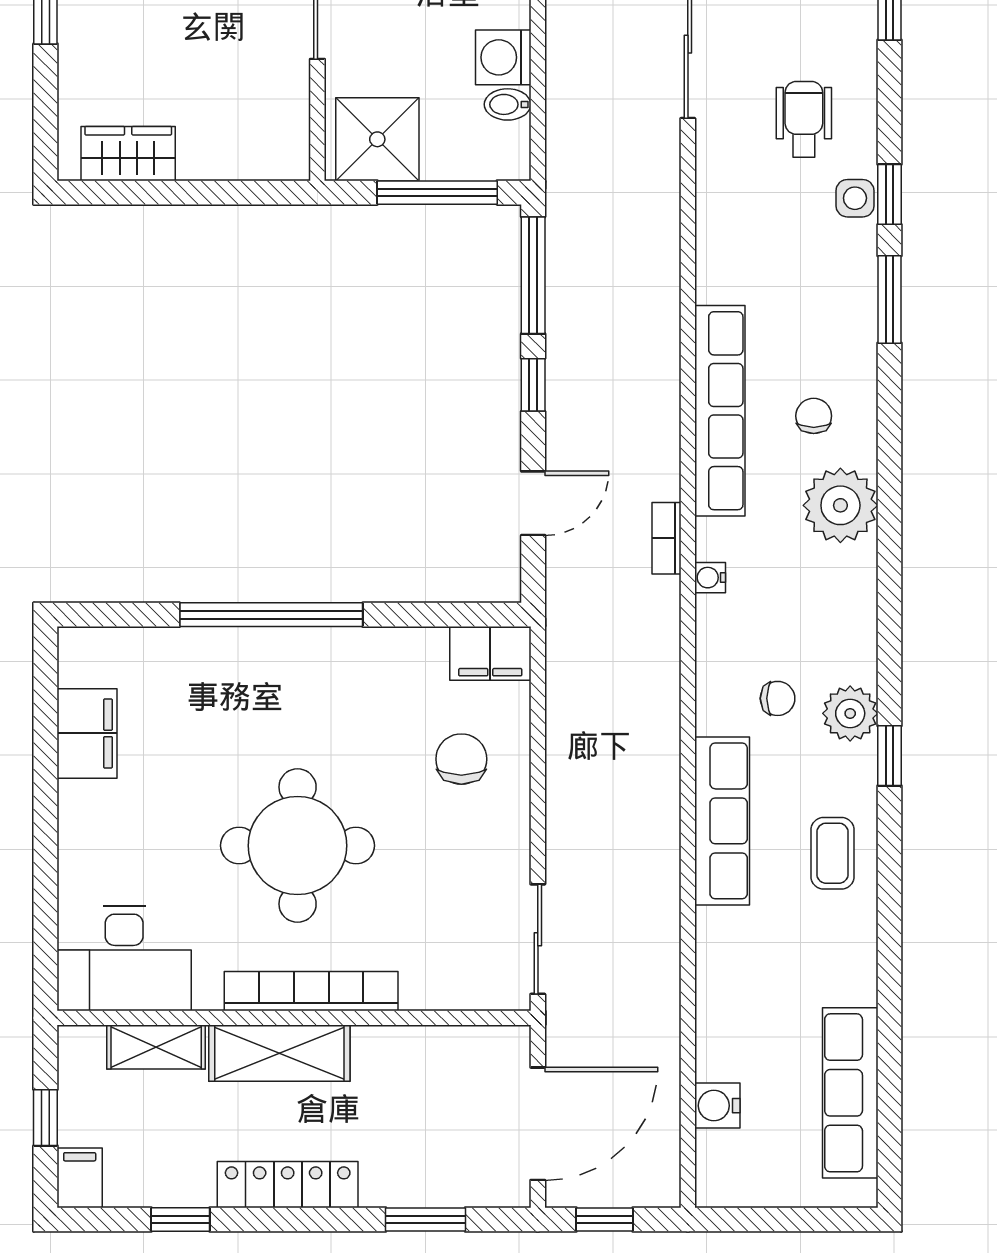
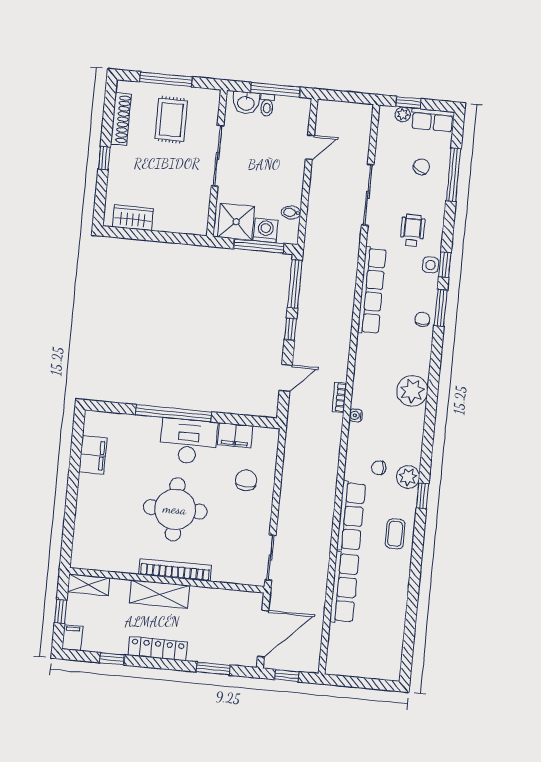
washing machine: (503, 57) -> (266, 230), moved, turned 90
row of seats: (720, 411) -> (372, 290), moved
chair: (814, 416) -> (422, 319), moved
filing cabinet: (490, 653) -> (235, 435), moved
chair: (778, 698) -> (379, 468), turned 180
desk: (124, 958) -> (188, 441), moved, turned 180
shelving: (156, 1047) -> (88, 585), moved
row of seats: (850, 1093) -> (344, 587), moved, turned 180
water cooler: (717, 1106) -> (338, 633), removed

